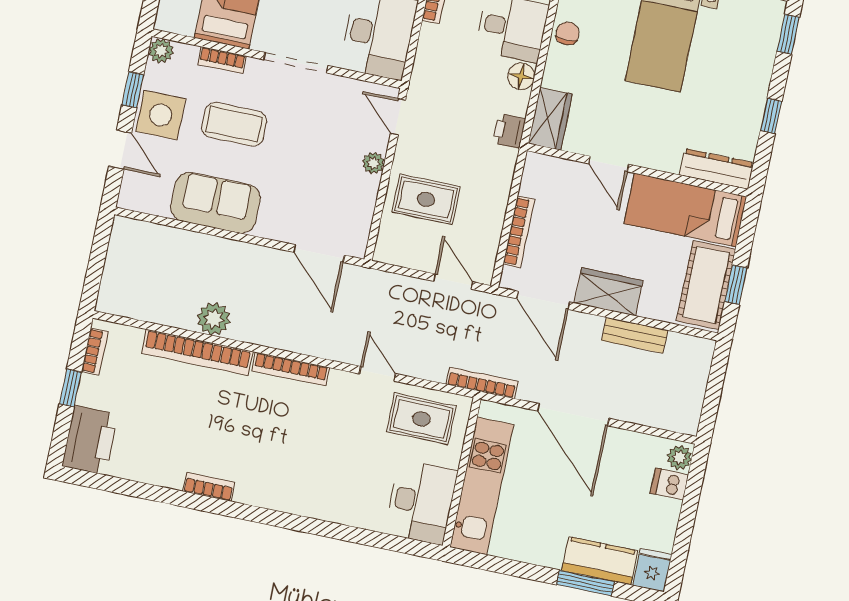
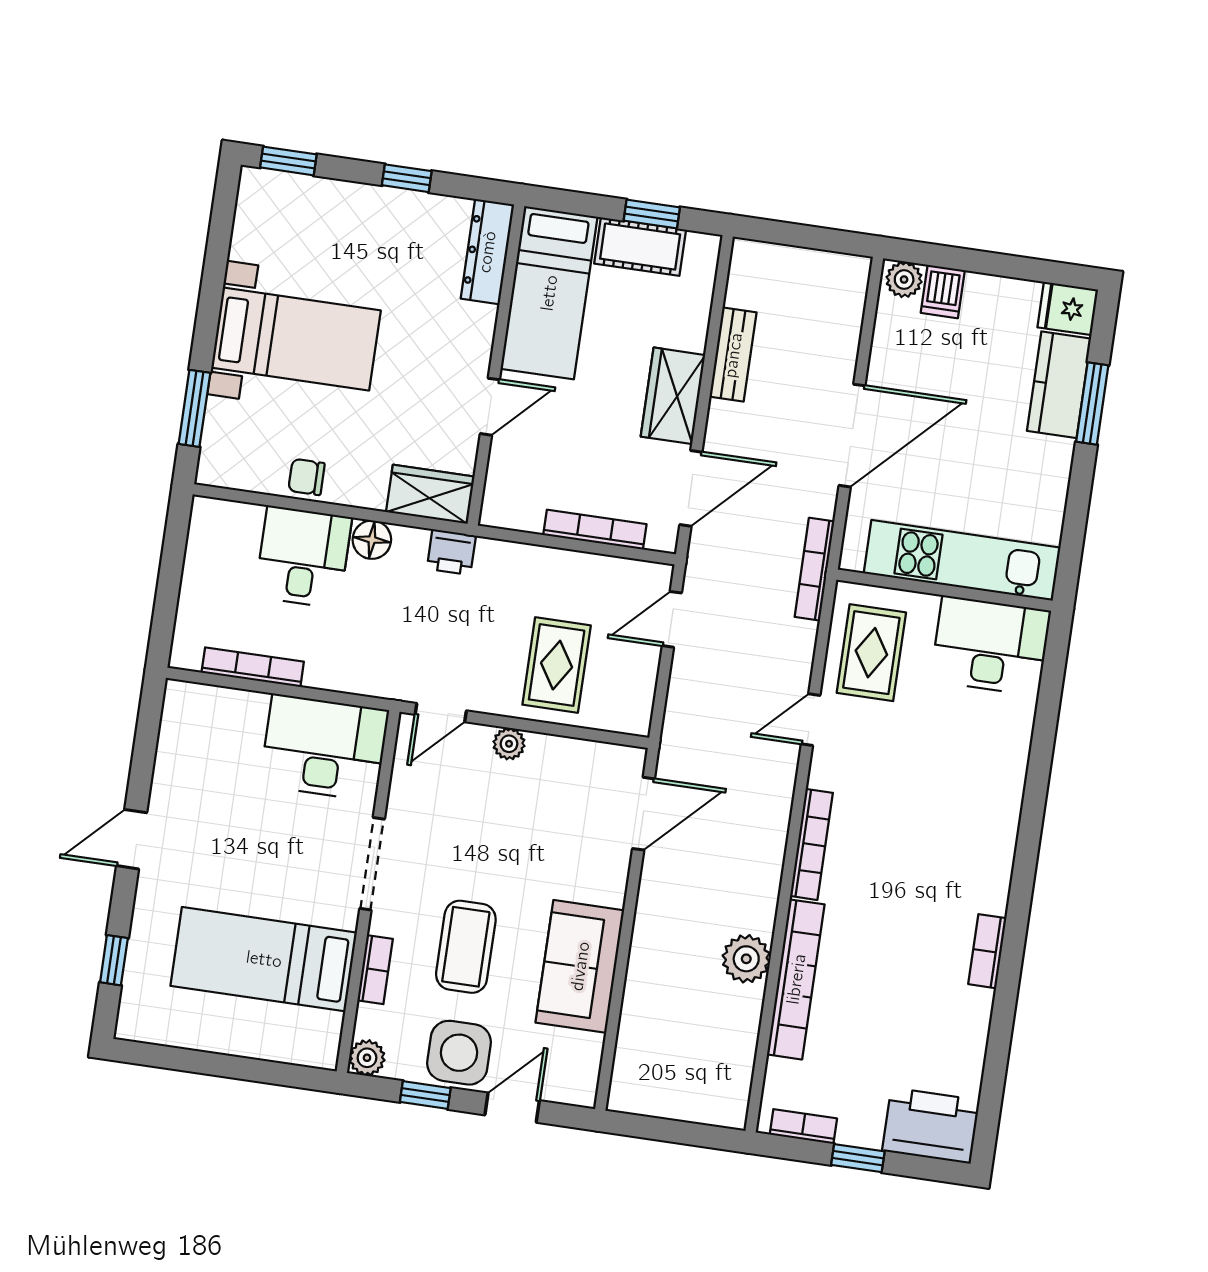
cot: (706, 285) -> (640, 247), width x0.73, depth x0.75

